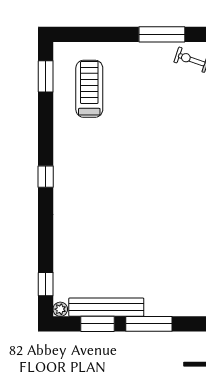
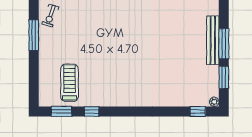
treadmill: (89, 89) -> (70, 83), turned 90
window: (46, 177) -> (92, 111), moved
bench: (106, 307) -> (213, 40), moved

